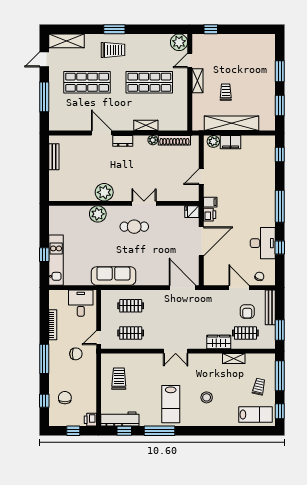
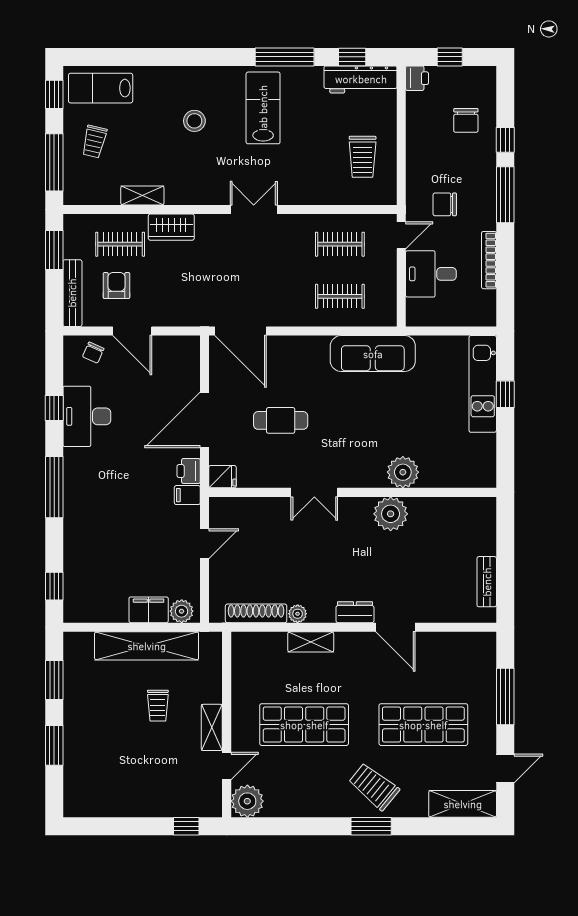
trolley: (113, 50) -> (374, 786), turned 39
cafe table: (134, 227) -> (281, 420), moved
desk: (81, 303) -> (431, 274), moved, turned 90
window: (44, 401) -> (505, 140), moved

